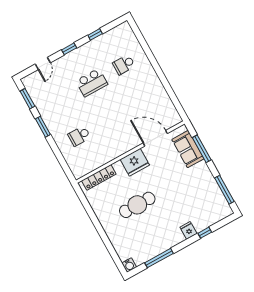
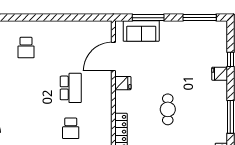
school desk: (92, 82) -> (71, 88), moved
fridge: (135, 162) -> (123, 83), width x0.53, depth x0.75
cafe table: (137, 205) -> (168, 109), width x0.73, depth x0.74

